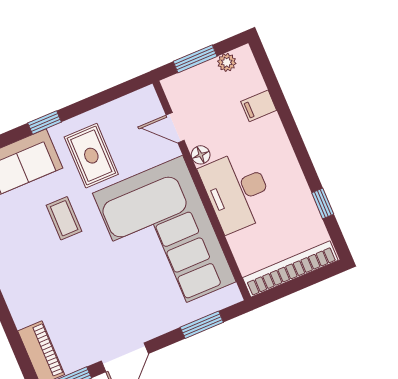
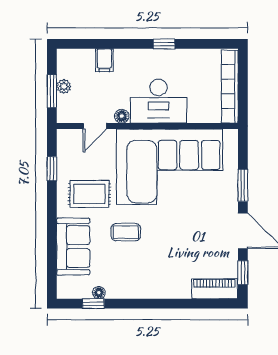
plant: (227, 62) -> (64, 86), moved
window: (45, 122) -> (52, 169), moved
window: (323, 203) -> (164, 44), moved
window: (202, 325) -> (243, 185), moved

